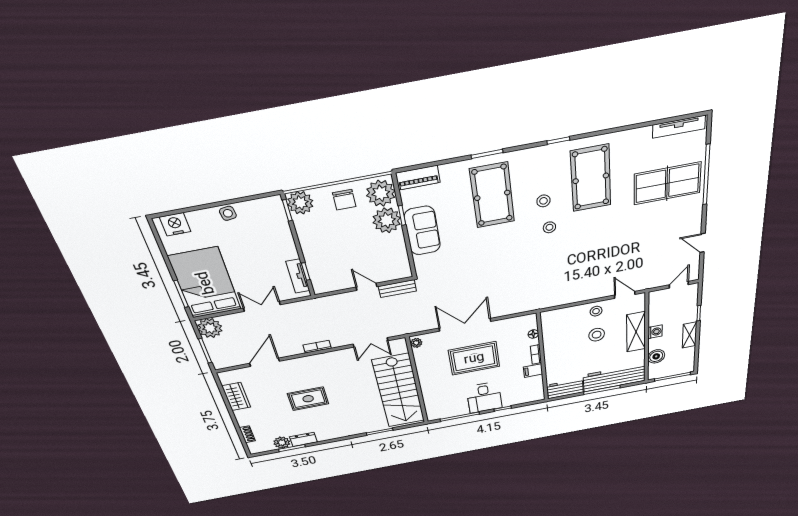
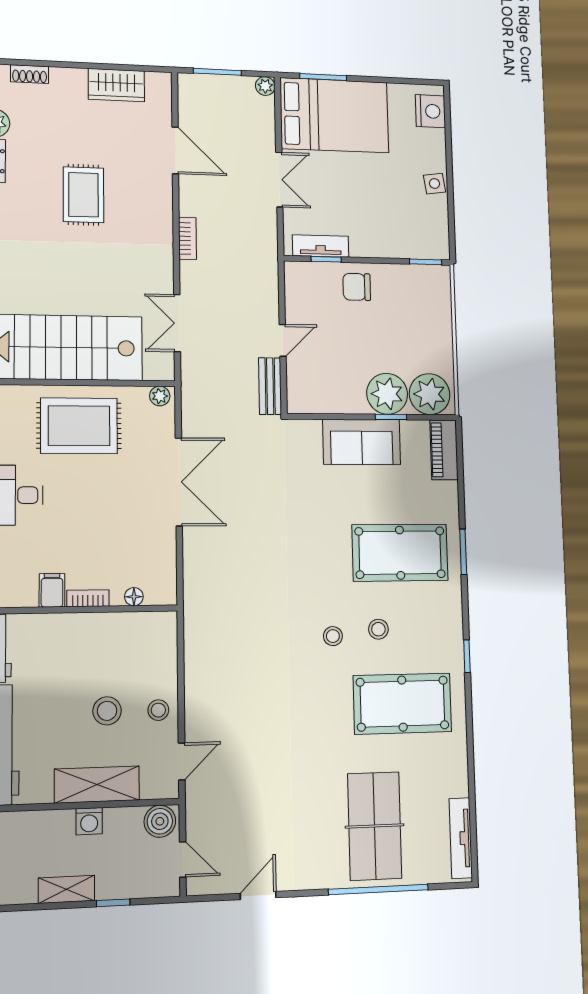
chair: (344, 200) -> (357, 287), moved
plant: (300, 203) -> (434, 282), removed
plant: (210, 328) -> (265, 86), width x0.53, depth x0.53
boiler: (656, 356) -> (160, 821), moved
rug: (474, 358) -> (79, 426), moved, turned 90

